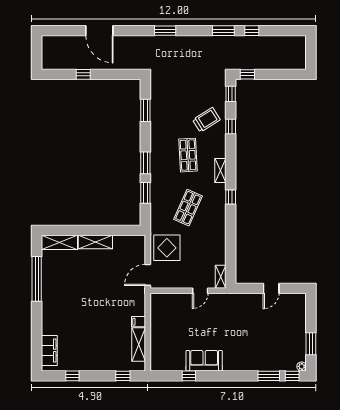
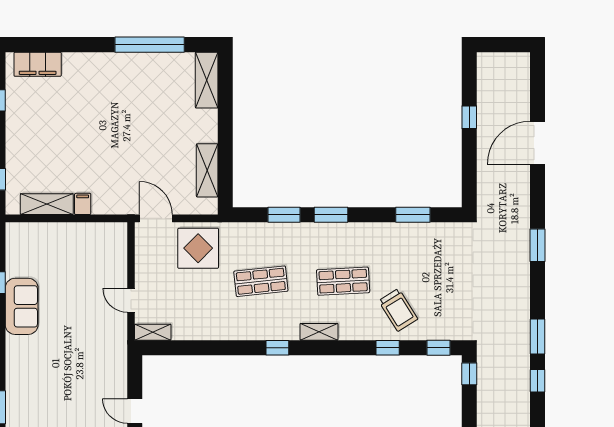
shop shelf: (188, 208) -> (261, 281), turned -30
shelving: (95, 242) -> (207, 170), moved

